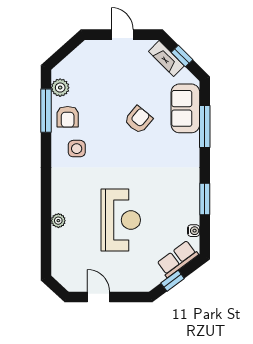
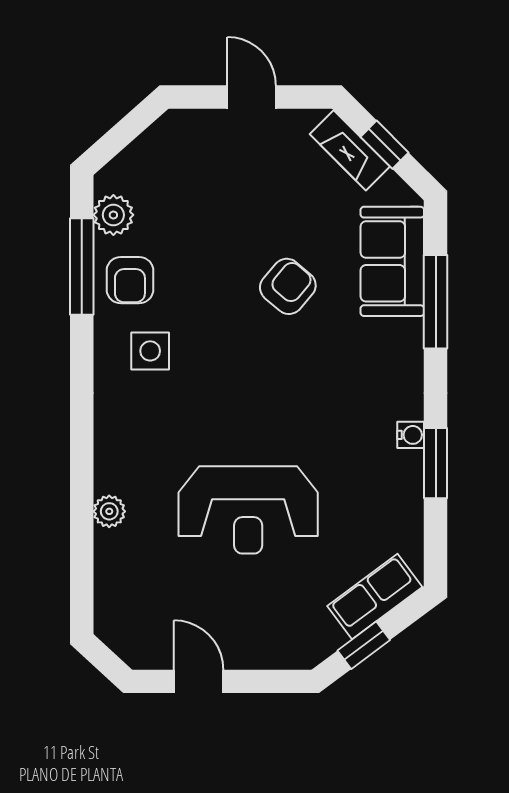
reception desk: (121, 220) -> (248, 510), turned 90
water cooler: (194, 231) -> (411, 435), moved

